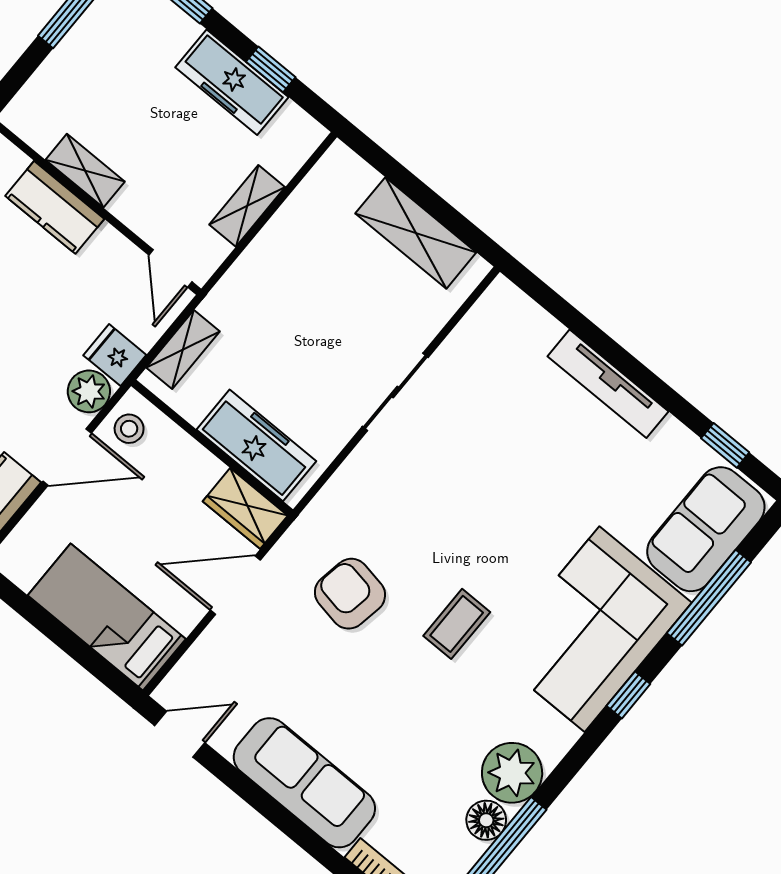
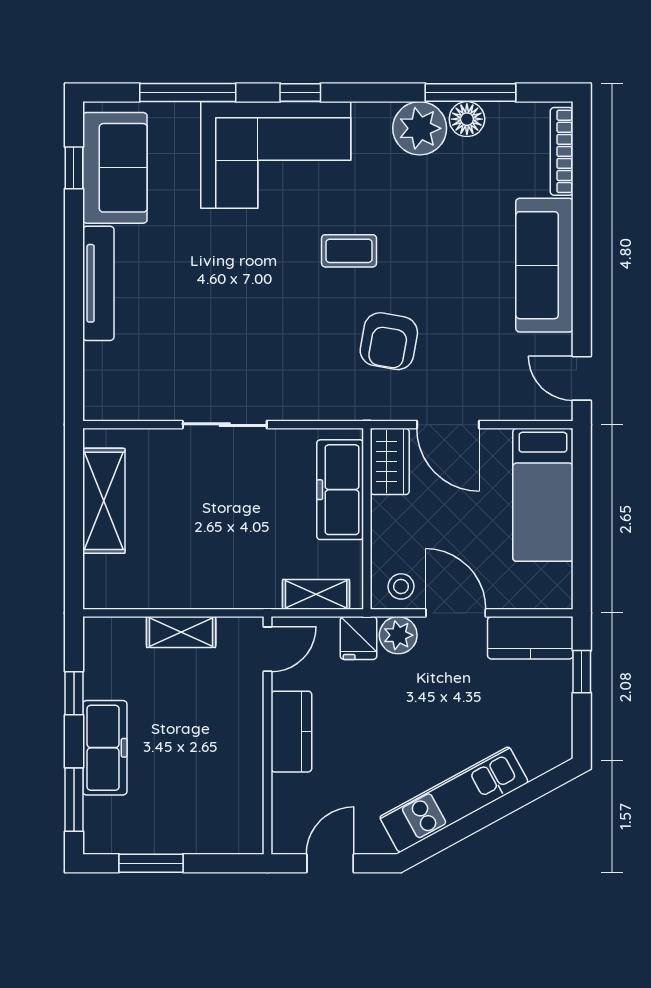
freezer: (232, 82) -> (105, 748), moved
shelving: (85, 171) -> (249, 763), removed
kitchen counter: (55, 207) -> (291, 732), moved
sofa: (706, 529) -> (115, 168), moved, turned -90

